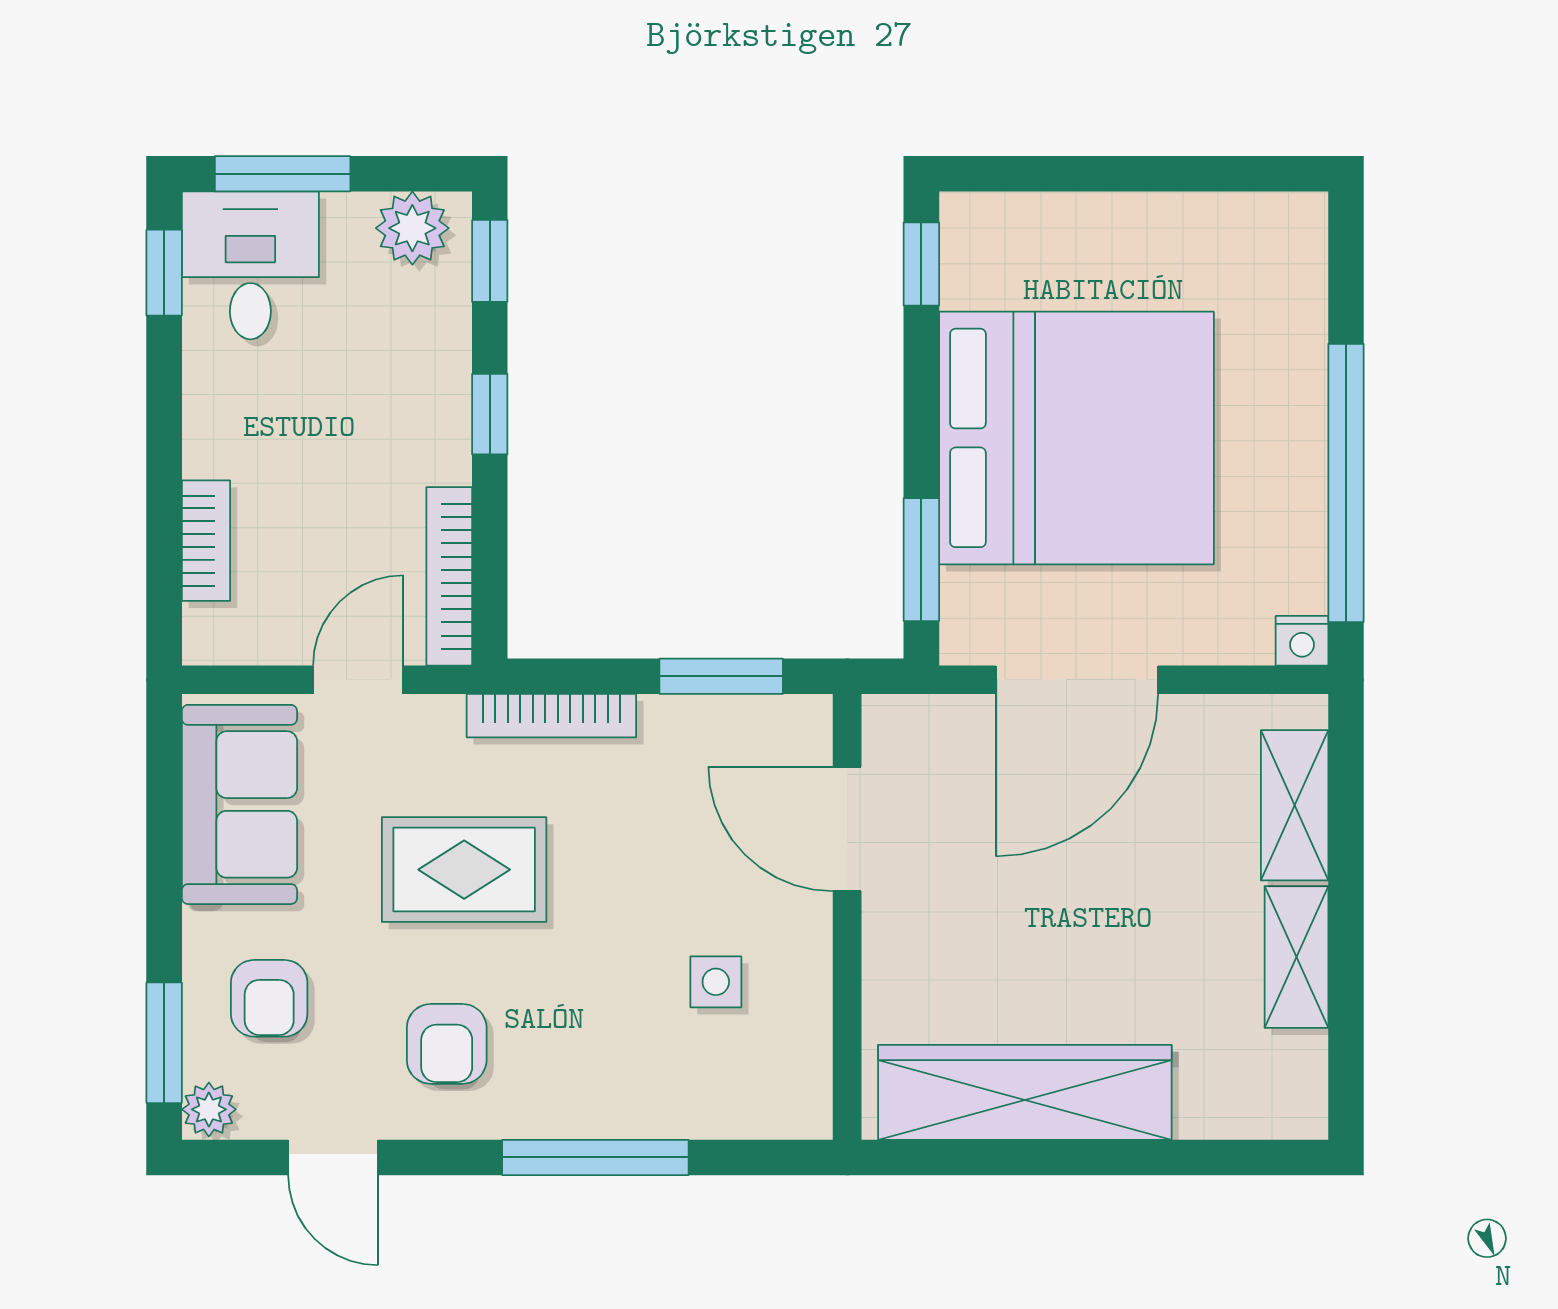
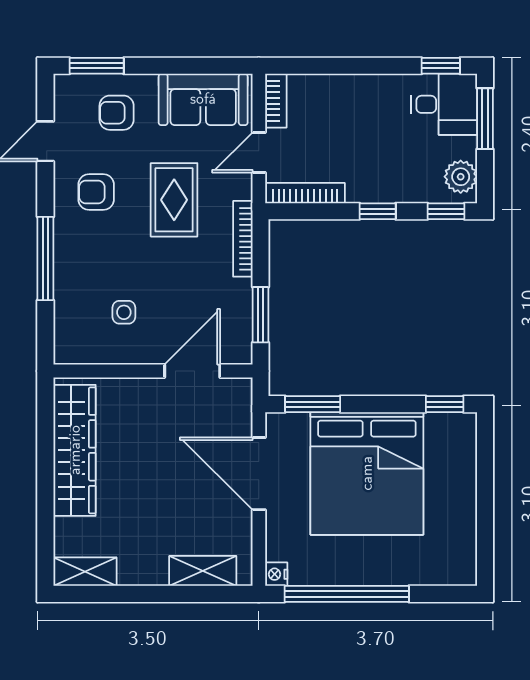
bookcase: (206, 541) -> (276, 101), moved, turned -90
door: (358, 680) -> (259, 153), swing flipped
shelving: (1296, 957) -> (85, 572), moved
plant: (209, 1109) -> (67, 86), removed

